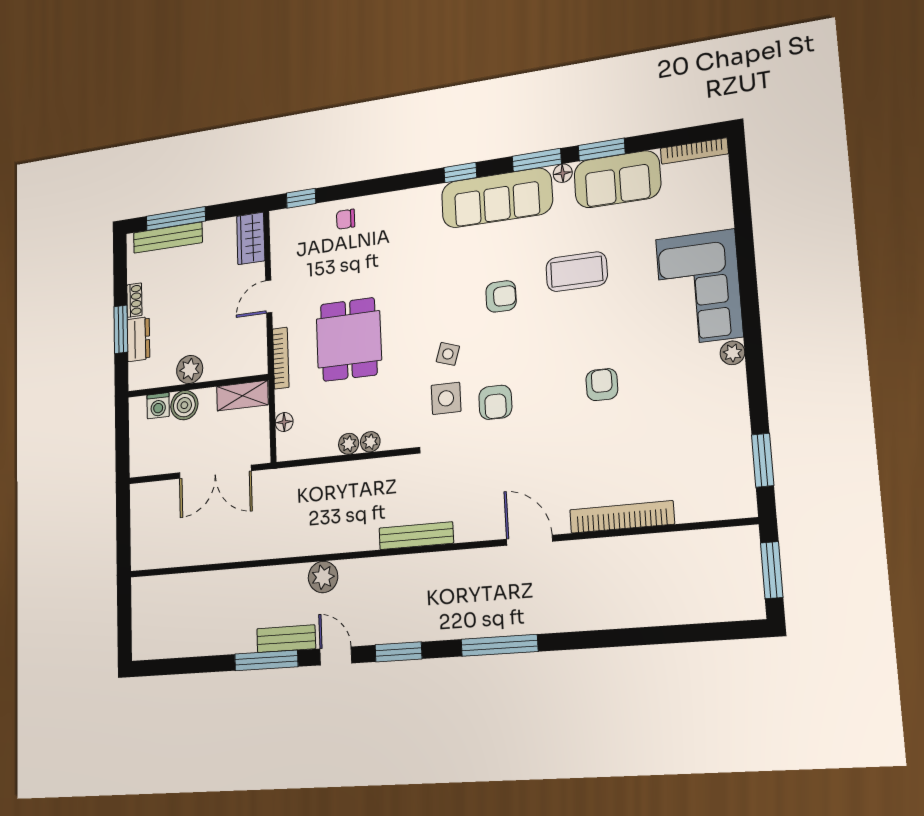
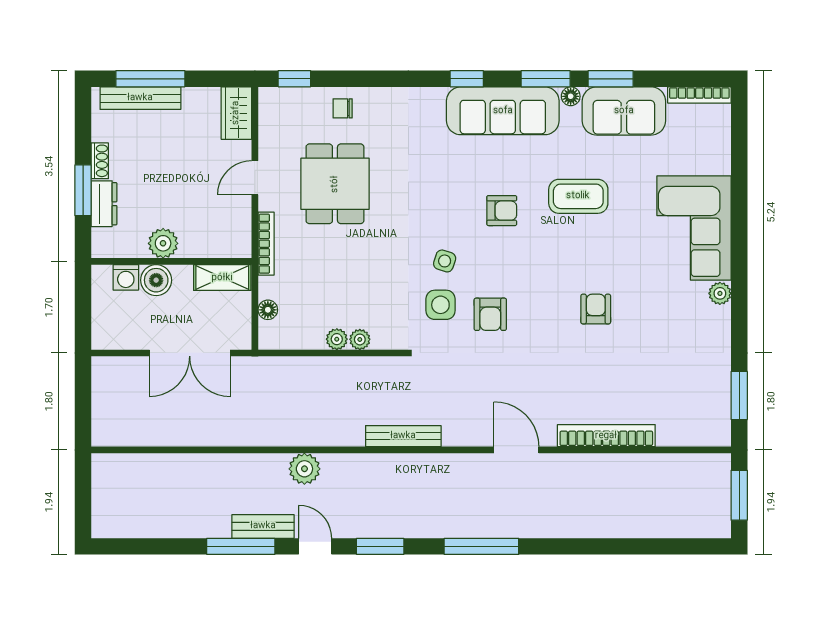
dining table: (349, 339) -> (335, 184), moved

